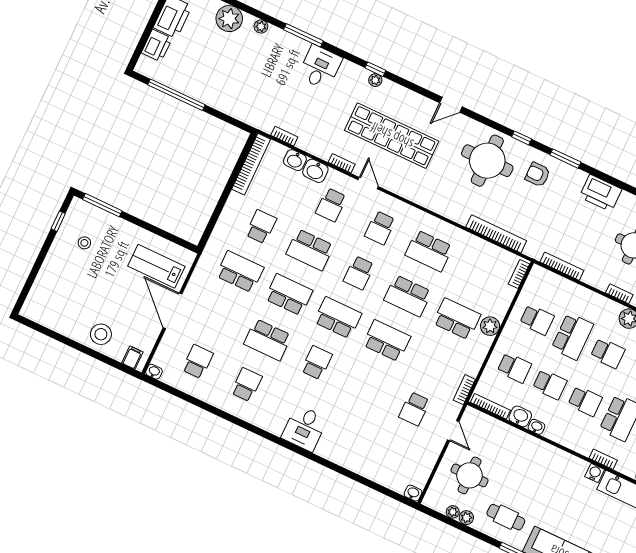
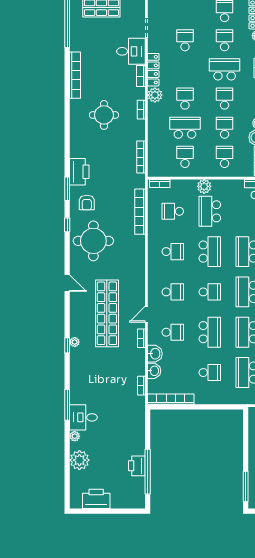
printer: (157, 46) -> (137, 466), moved, turned -90
desk: (320, 67) -> (83, 417), moved
printer: (601, 193) -> (79, 172), moved
school desk: (261, 227) -> (210, 373), turned 180
school desk: (429, 251) -> (173, 252), width x0.54
school desk: (478, 274) -> (173, 211), added

